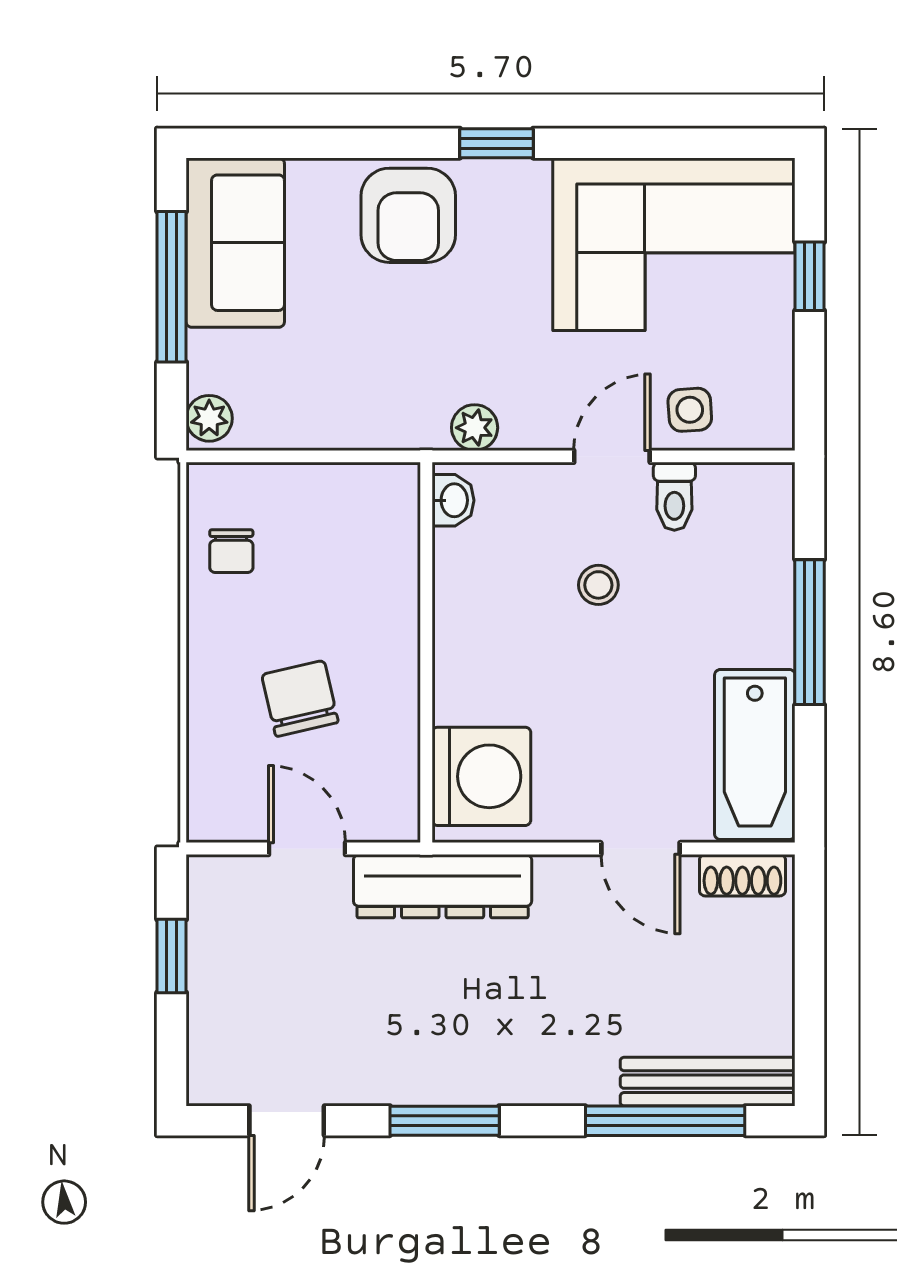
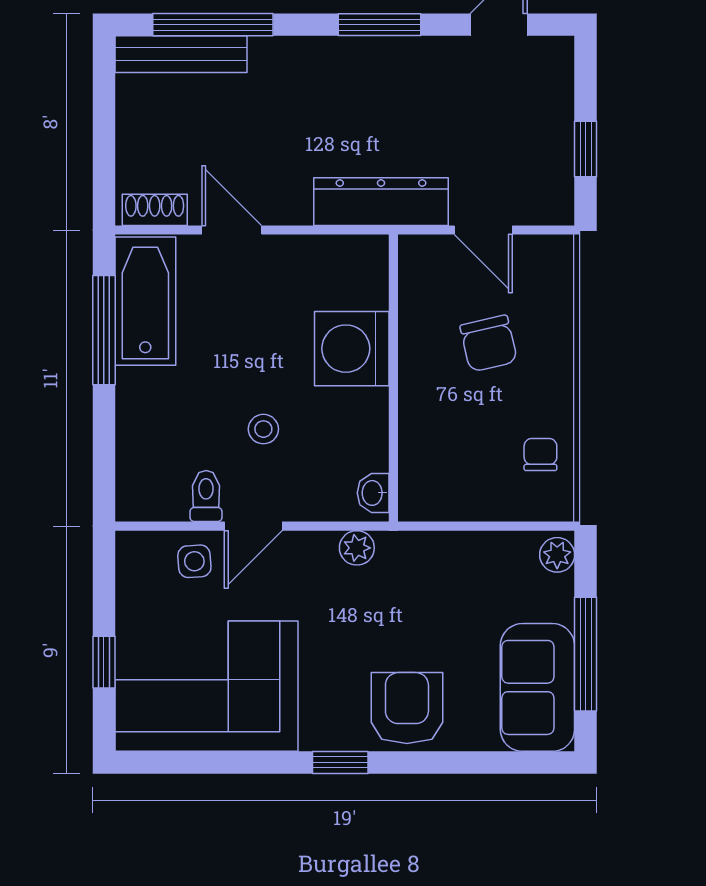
window: (810, 632) -> (104, 330), moved
washing machine: (481, 776) -> (352, 349), moved

